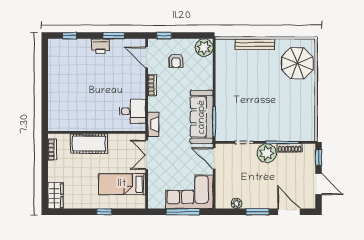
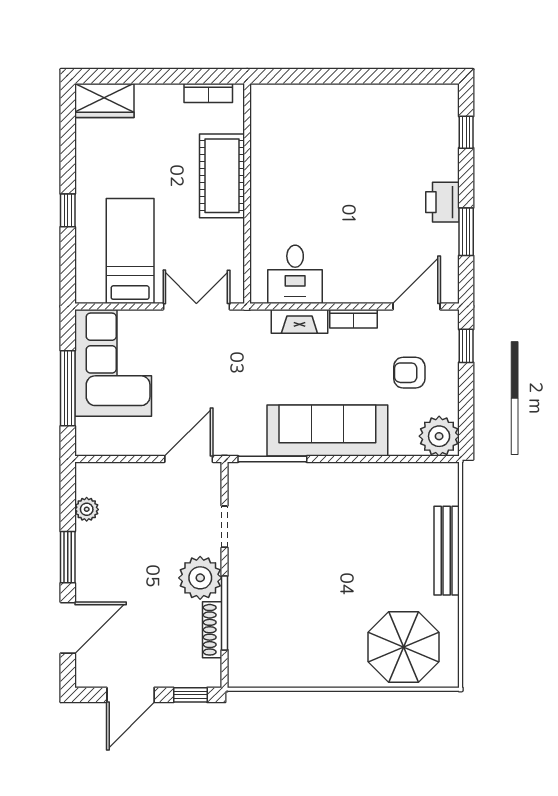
sofa: (202, 117) -> (327, 431), moved
fireplace: (153, 124) -> (299, 321), moved
corner sofa: (189, 192) -> (113, 363), moved

